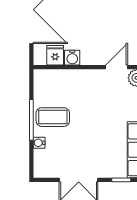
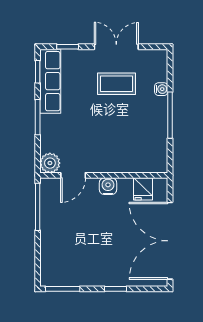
water cooler: (72, 58) -> (108, 186), moved
coffee table: (53, 117) -> (116, 84), moved

